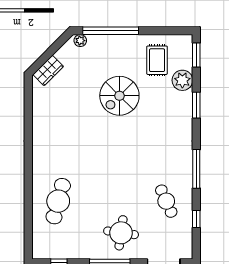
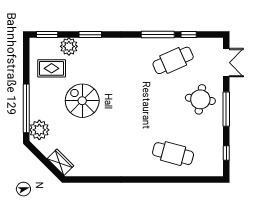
plant: (80, 41) -> (39, 130), width x1.88, depth x1.88
spiral stairs: (119, 96) -> (82, 101), turned 180
window: (196, 169) -> (158, 35), moved
cafe table: (166, 201) -> (173, 60), width x1.37, depth x1.35

